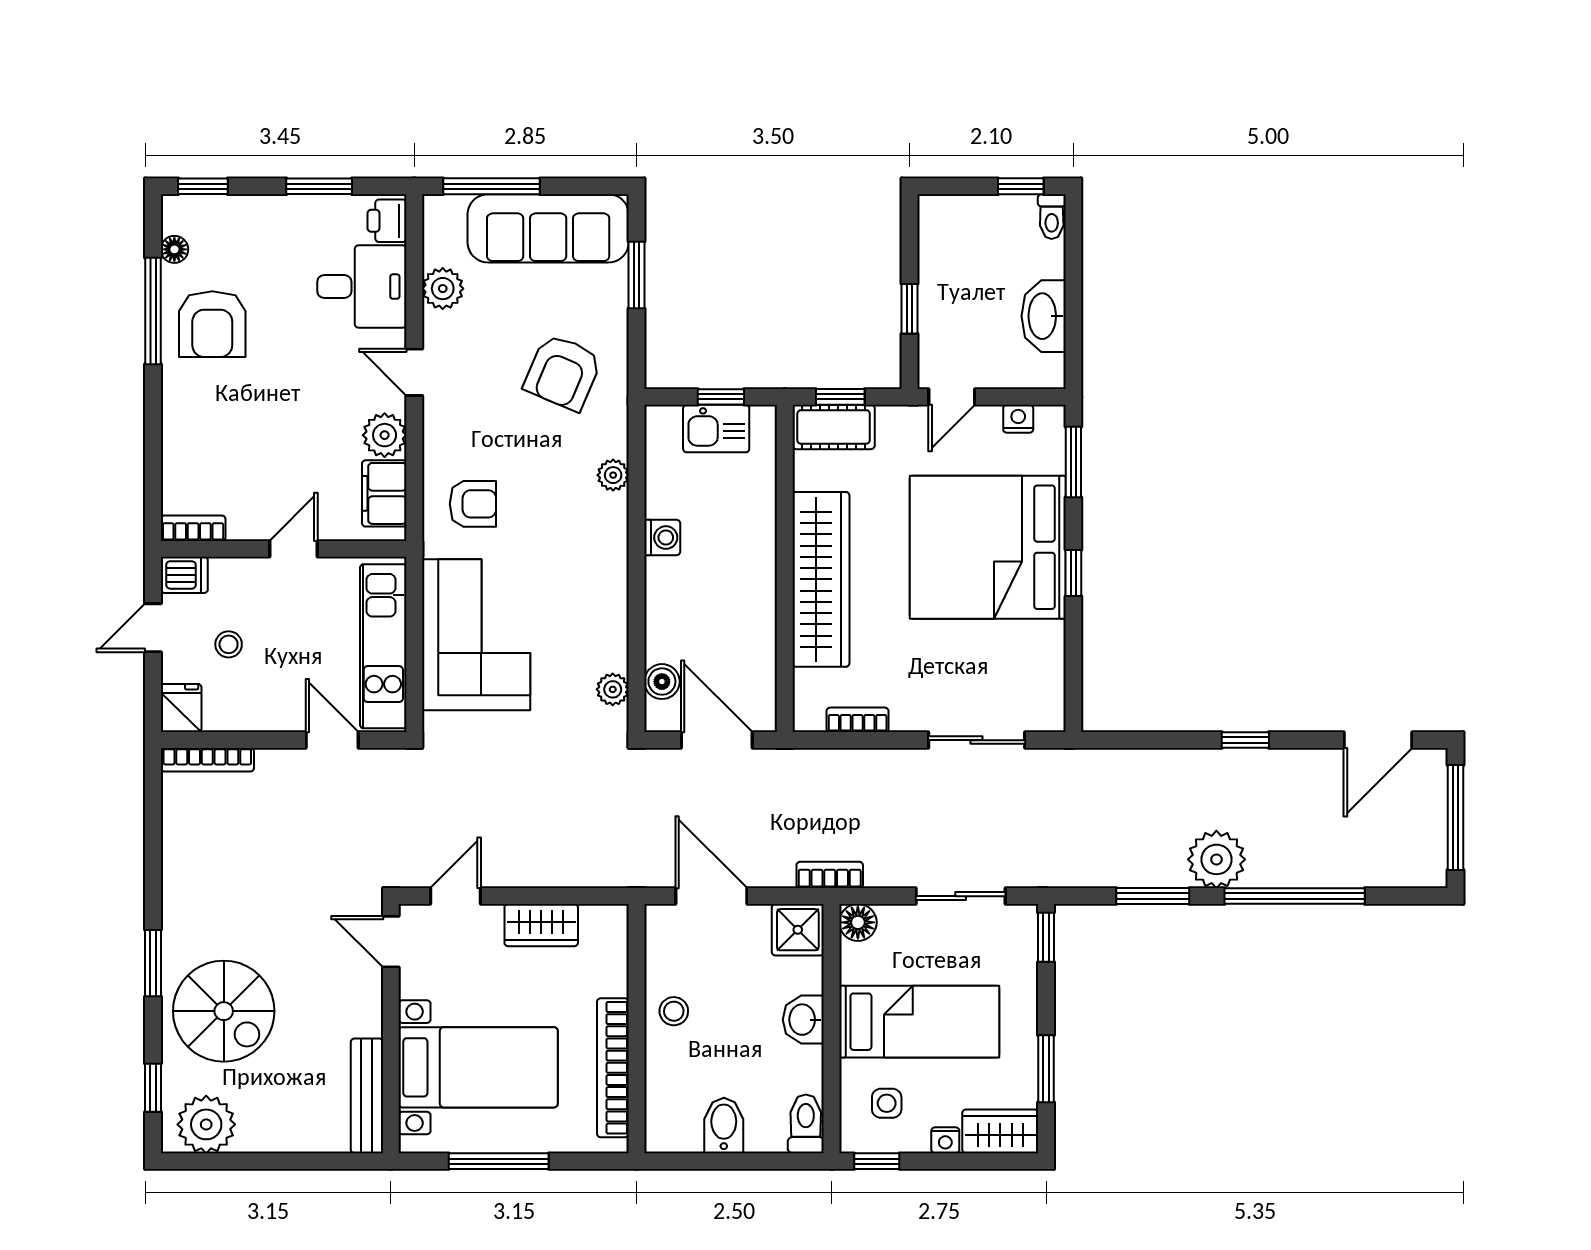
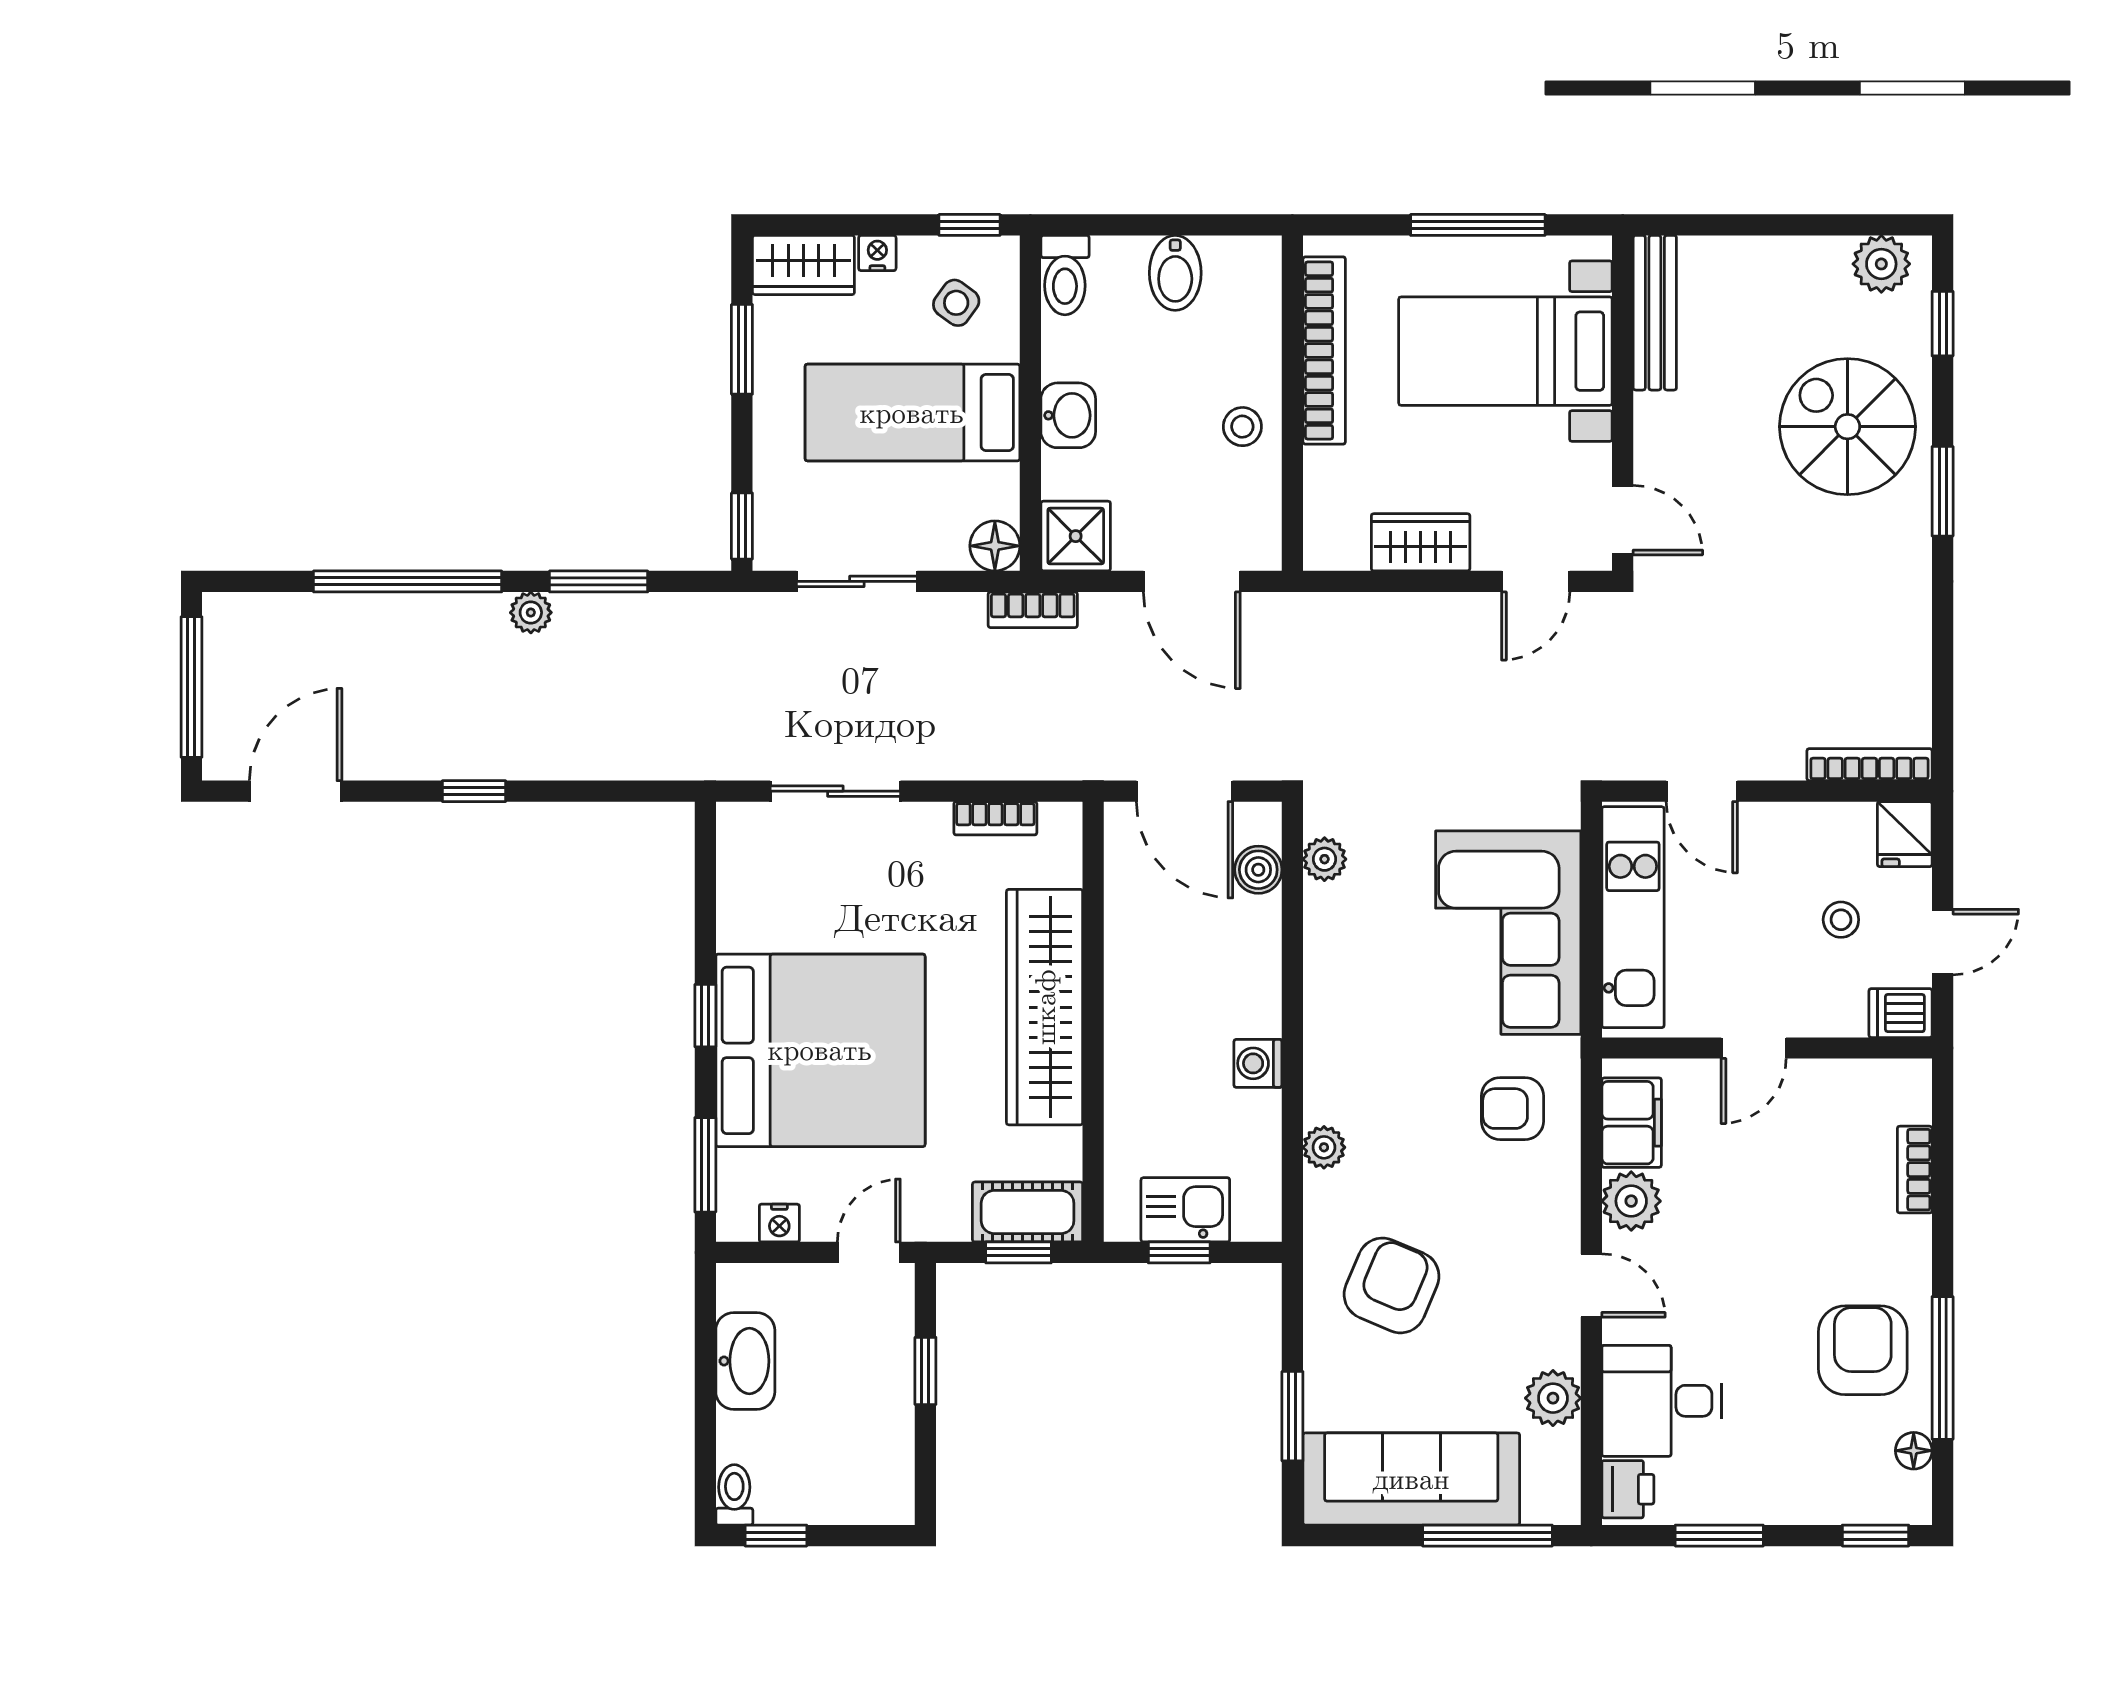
bookcase: (193, 528) -> (1915, 1170), moved, turned 90
plant: (1216, 859) -> (531, 613), width x0.53, depth x0.53
side table: (887, 1103) -> (956, 303), turned 36
plant: (206, 1124) -> (1881, 264), width x0.73, depth x0.73

